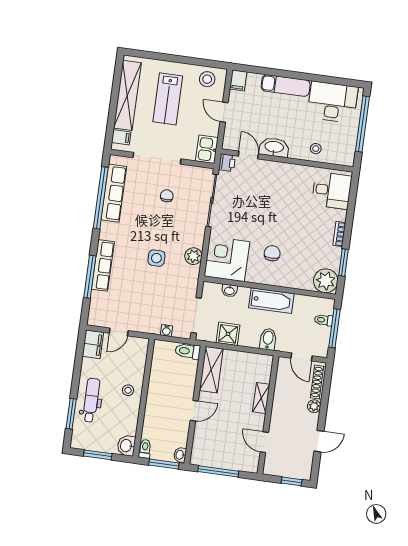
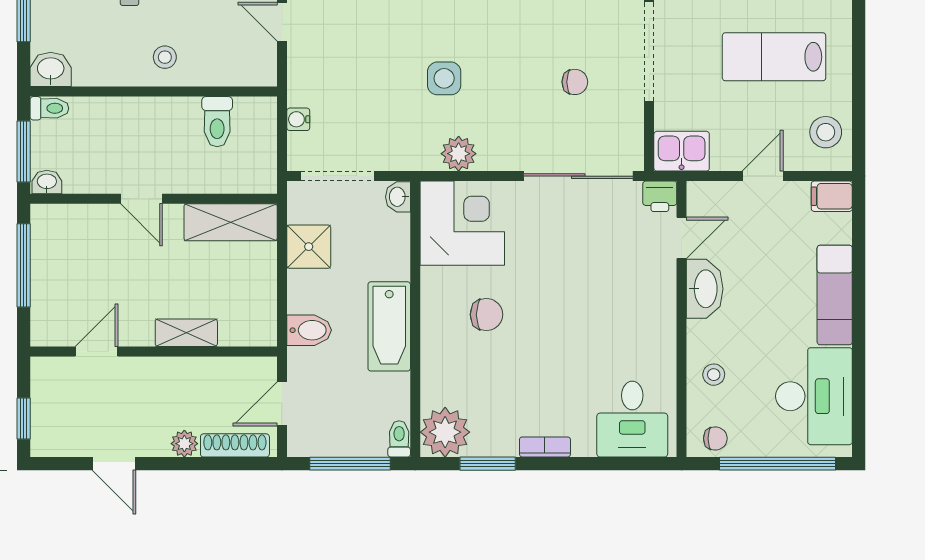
chair: (346, 152) -> (715, 438), added
washbasin: (229, 291) -> (398, 197), moved
toilet: (324, 320) -> (399, 439), moved
toilet: (188, 351) -> (217, 122), moved, turned 180

